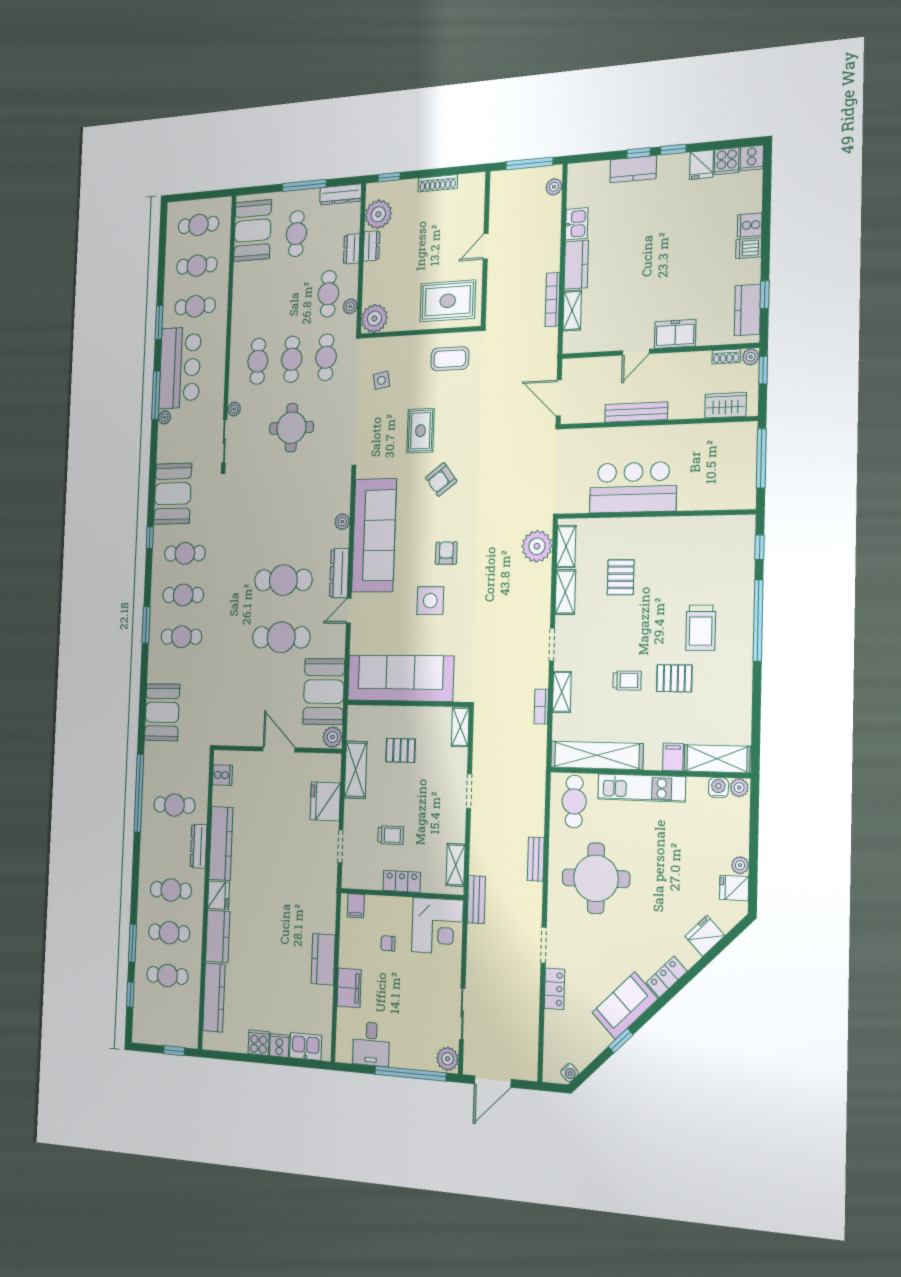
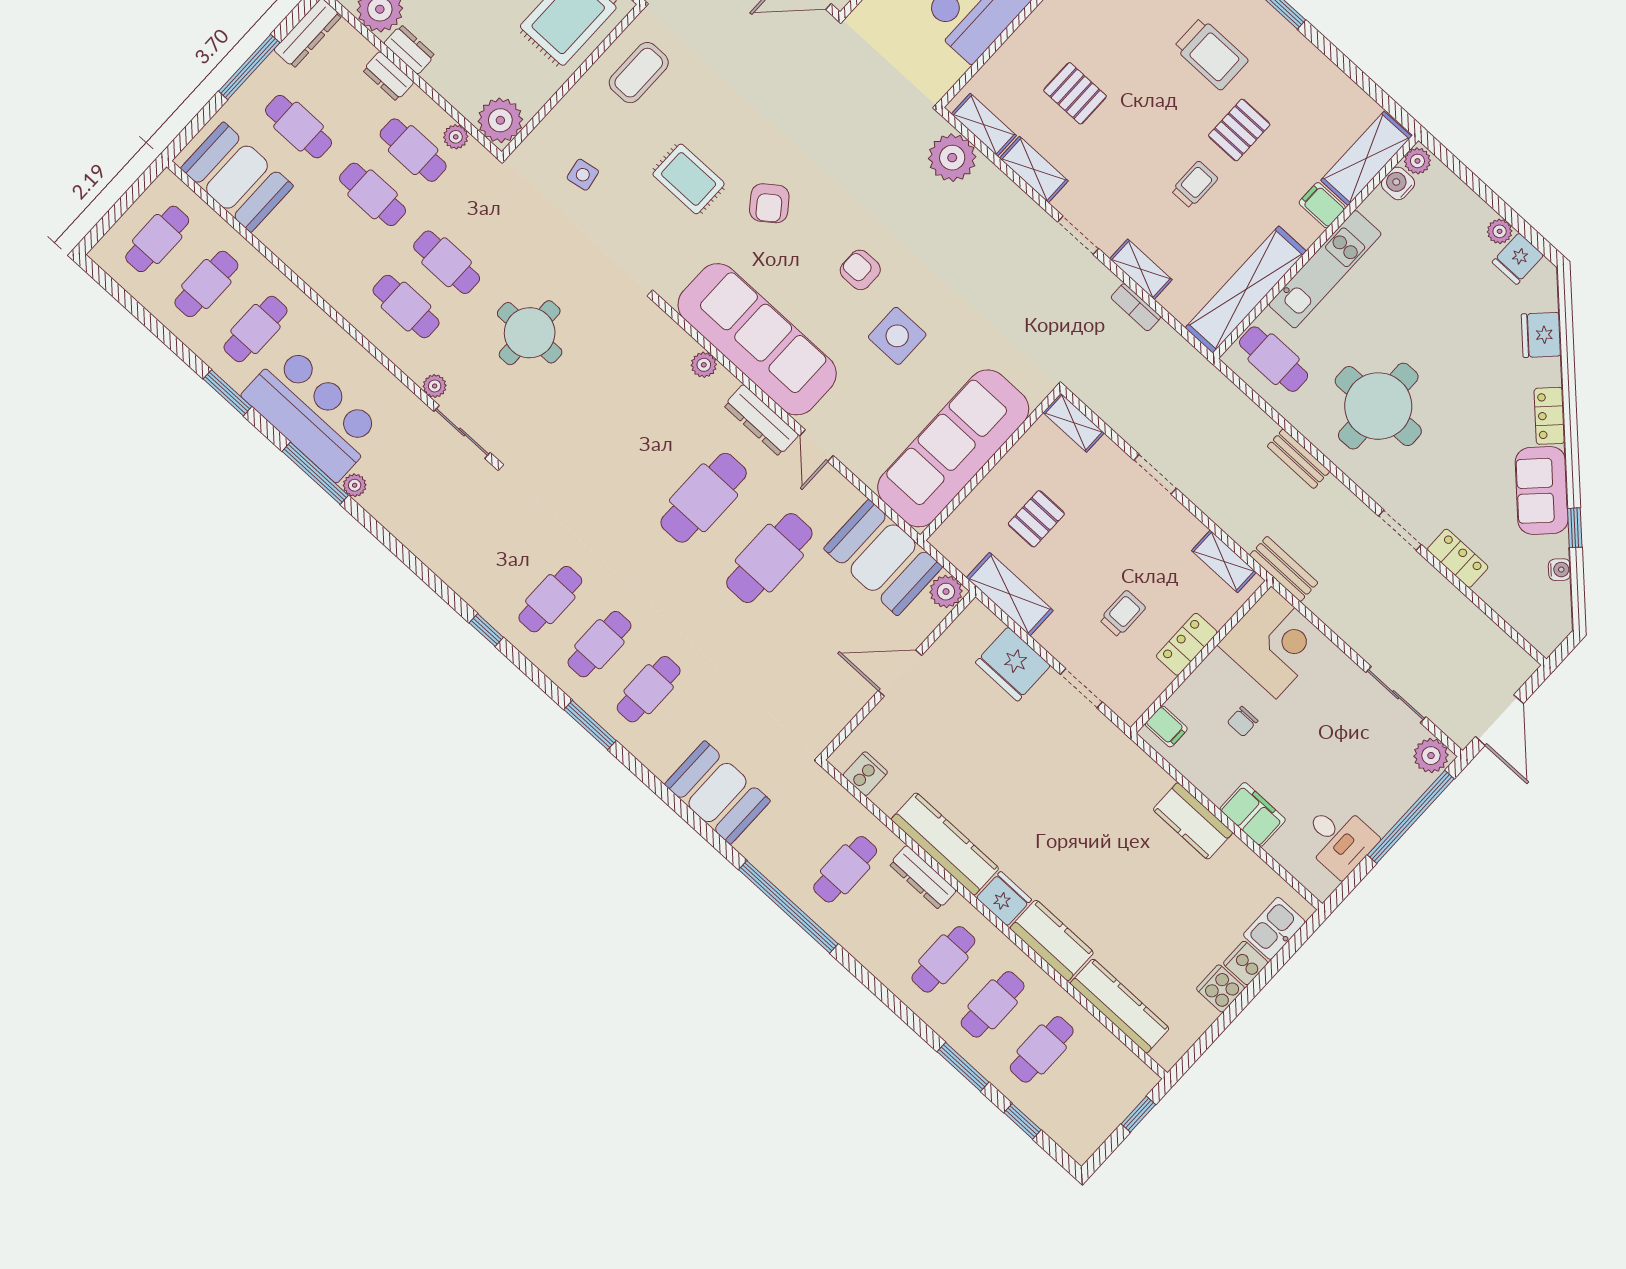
cafe table: (326, 357) -> (373, 194), moved
booth: (173, 494) -> (461, 554), removed
water cooler: (569, 1073) -> (1560, 570), moved

